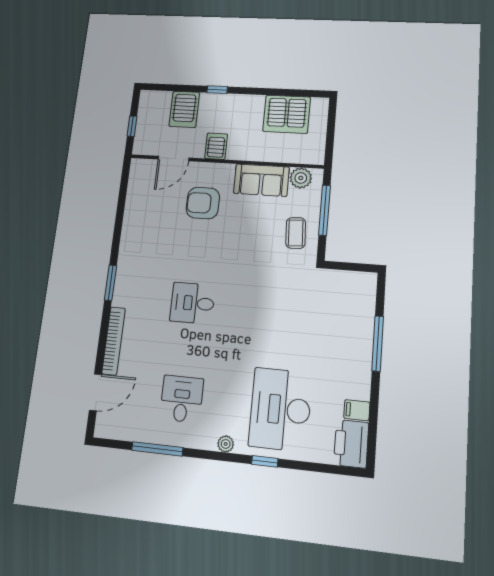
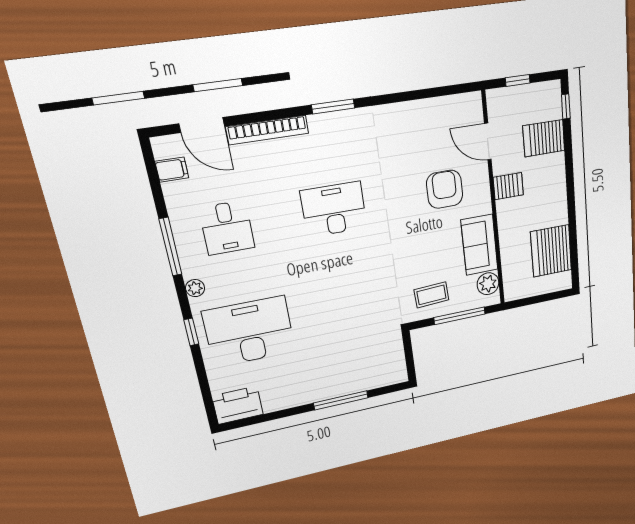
window: (217, 90) -> (566, 107), moved
desk: (192, 303) -> (334, 209), width x1.37
desk: (182, 399) -> (227, 228), turned 90
filing cabinet: (357, 410) -> (172, 170), moved, turned 90
window: (157, 449) -> (171, 247), moved

